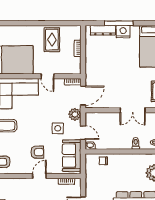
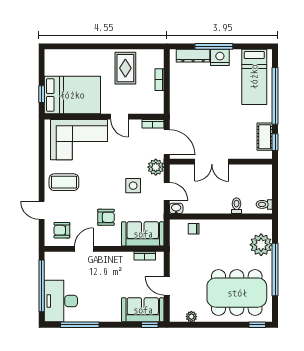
door: (83, 96) -> (167, 142), hinge flipped
double door: (133, 110) -> (212, 162), moved
sofa: (72, 156) -> (143, 234), moved, turned 90
door: (39, 176) -> (84, 249), moved

